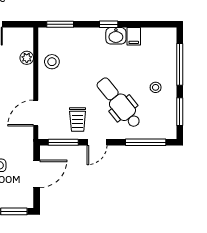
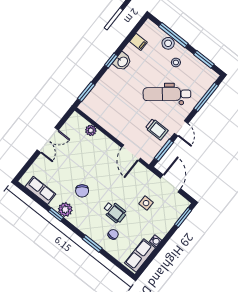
filing cabinet: (134, 36) -> (138, 42), moved
stool: (52, 62) -> (168, 43), moved

